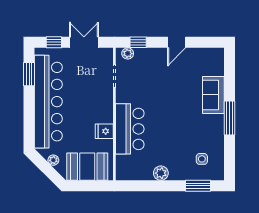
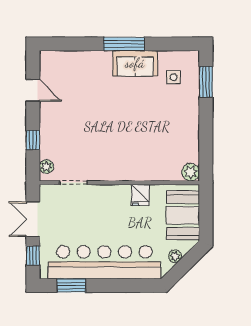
window: (138, 42) -> (33, 140), moved
door: (177, 42) -> (33, 90), moved
sofa: (213, 95) -> (135, 63), moved
bar counter: (130, 129) -> (137, 164), removed
plant: (161, 173) -> (191, 172), moved

